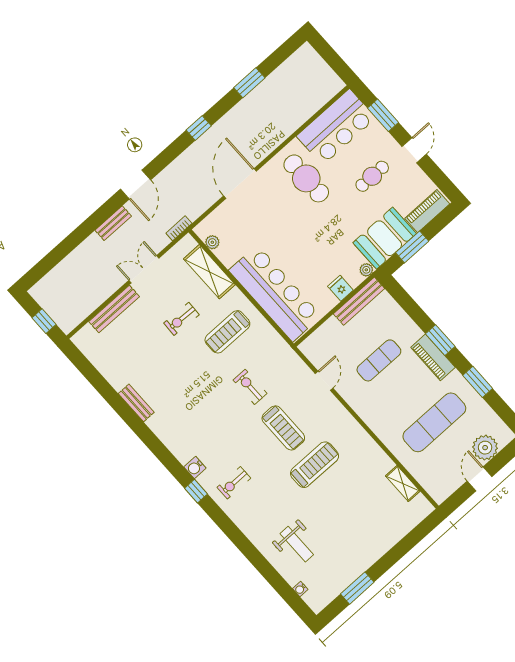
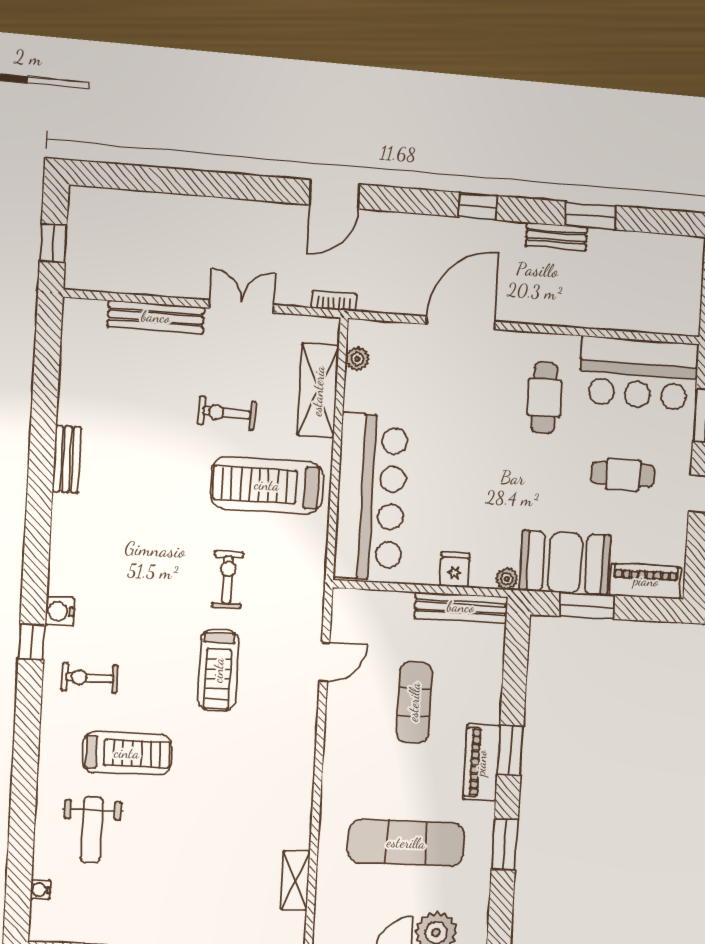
cafe table: (306, 178) -> (544, 398), width x0.73, depth x0.74
bench: (113, 223) -> (556, 237), moved
treadmill: (227, 332) -> (267, 485), width x1.37, depth x1.38
exercise mat: (379, 360) -> (414, 702), turned 90
treadmill: (315, 465) -> (127, 753), moved

